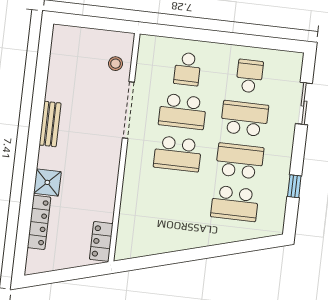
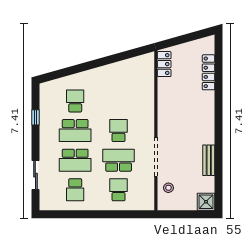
bench: (50, 124) -> (209, 160), moved
school desk: (178, 154) -> (119, 131), width x0.54
shower: (47, 182) -> (206, 202), moved
school desk: (235, 203) -> (75, 101), width x0.54

